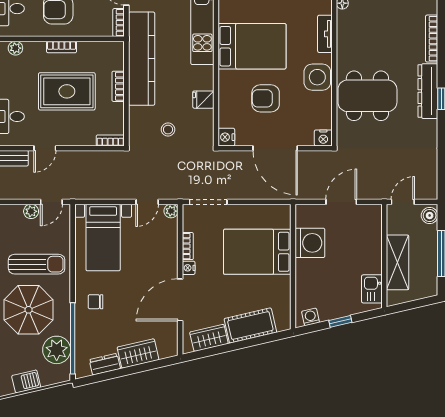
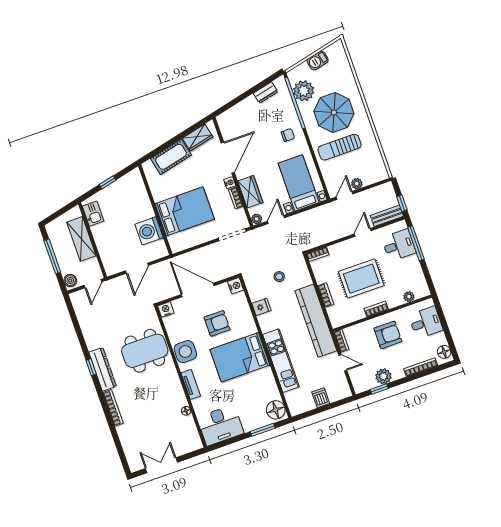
washing machine: (311, 317) -> (130, 178), removed
wardrobe: (138, 353) -> (250, 192), moved, turned -77

